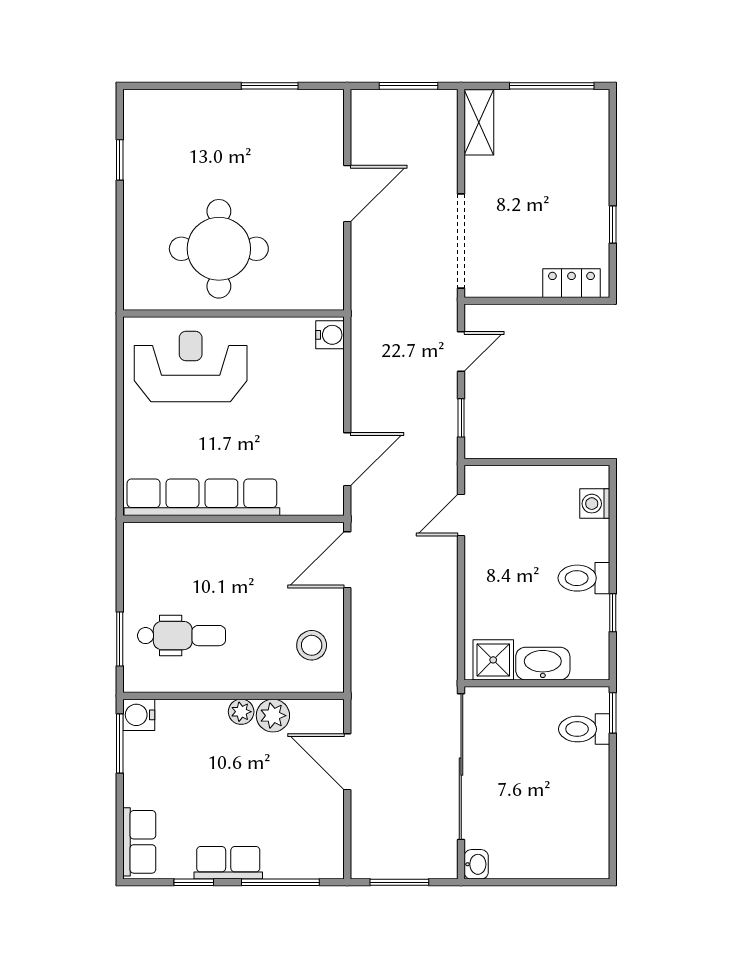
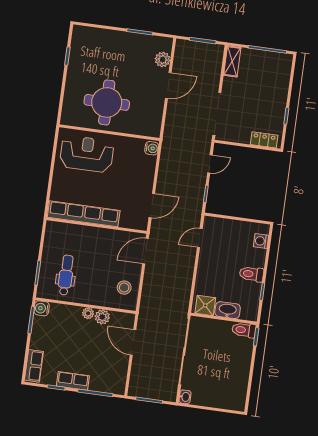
plant: (327, 139) -> (163, 59), added
dental chair: (182, 636) -> (66, 275), turned -90
toilet: (584, 729) -> (244, 330), moved

